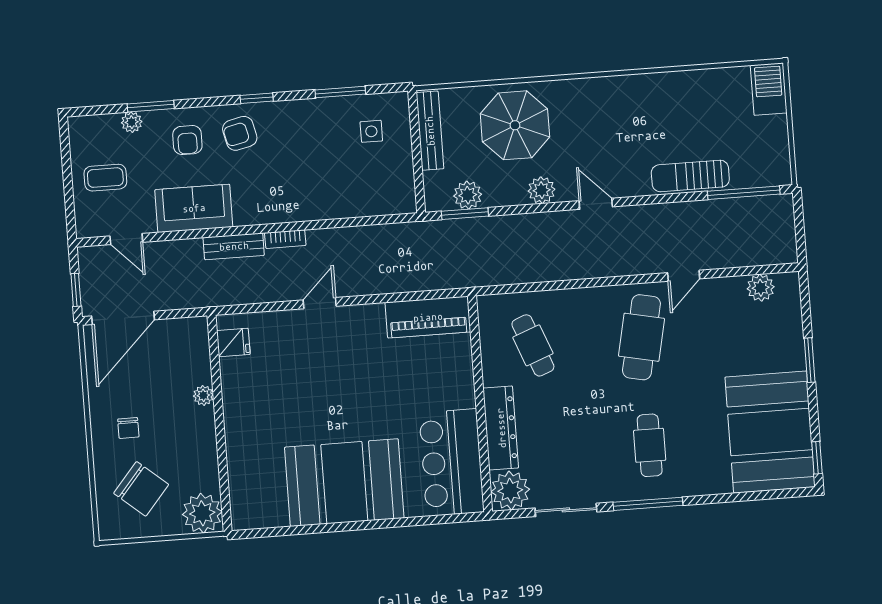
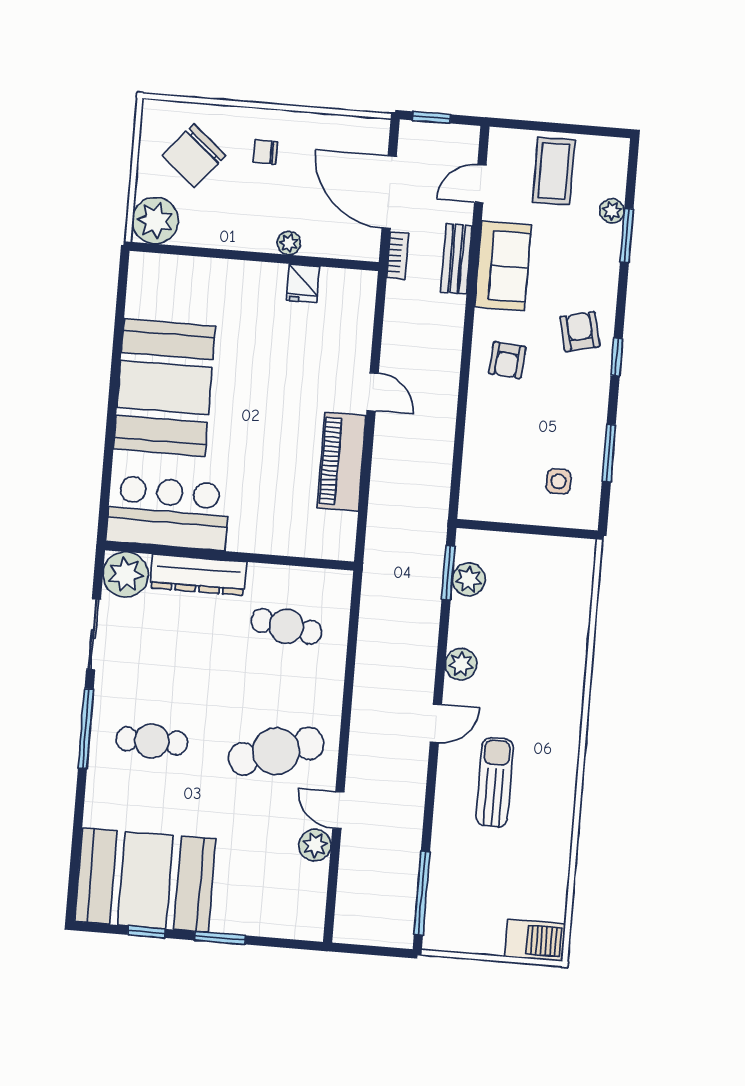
parasol: (515, 125) -> (540, 646), removed
bench: (430, 131) -> (549, 548), removed
armchair: (187, 140) -> (507, 360), moved, turned -85
sun lounger: (690, 176) -> (495, 782), moved
coffee table: (105, 178) -> (554, 171), width x1.36, depth x1.30
bookcase: (285, 239) -> (398, 256), moved, turned 180
bench: (234, 246) -> (456, 259), moved
plant: (761, 288) -> (315, 845), moved
piano: (428, 317) -> (342, 462), moved
door: (123, 318) -> (389, 192), moved
cafe table: (641, 337) -> (276, 751), turned -30
fridge: (233, 342) -> (303, 283), moved
cafe table: (533, 345) -> (286, 626), turned 30
window: (817, 458) -> (147, 932), moved

